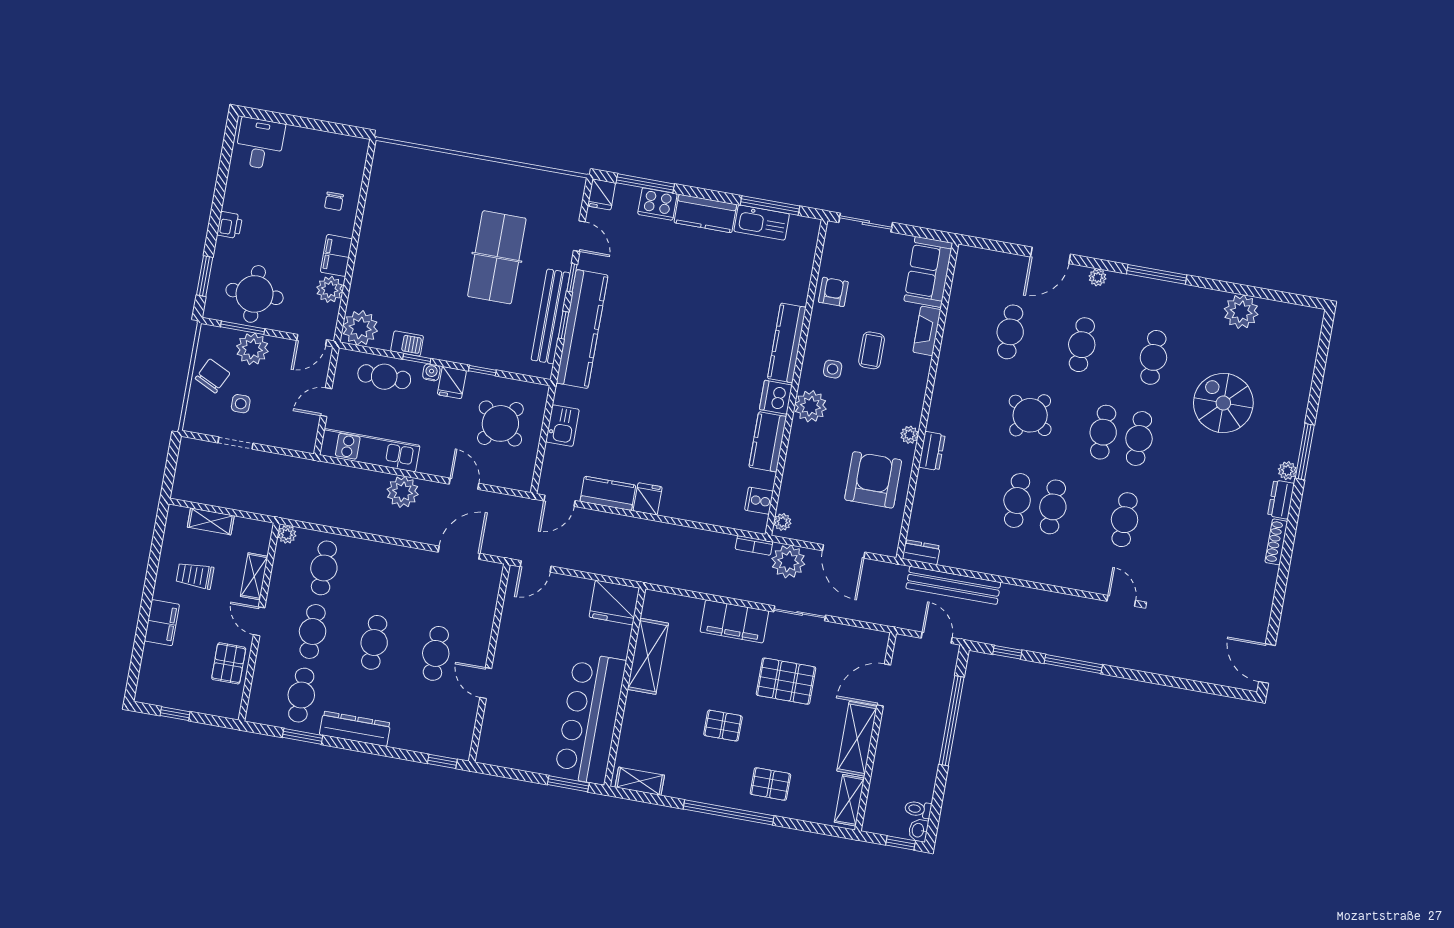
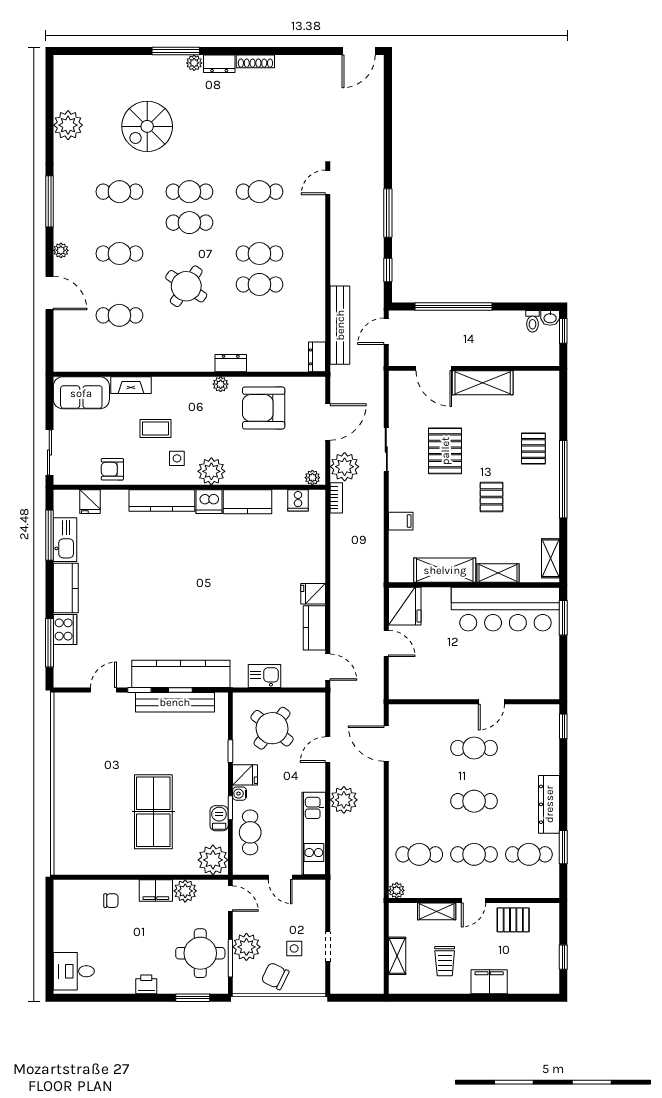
fridge: (602, 194) -> (90, 502), moved, turned 90
table tennis table: (497, 257) -> (153, 812), moved, turned 90
door: (536, 566) -> (386, 643), moved
filing cabinet: (734, 621) -> (401, 521), width x0.33, depth x0.86
shelving: (849, 800) -> (498, 573), moved

